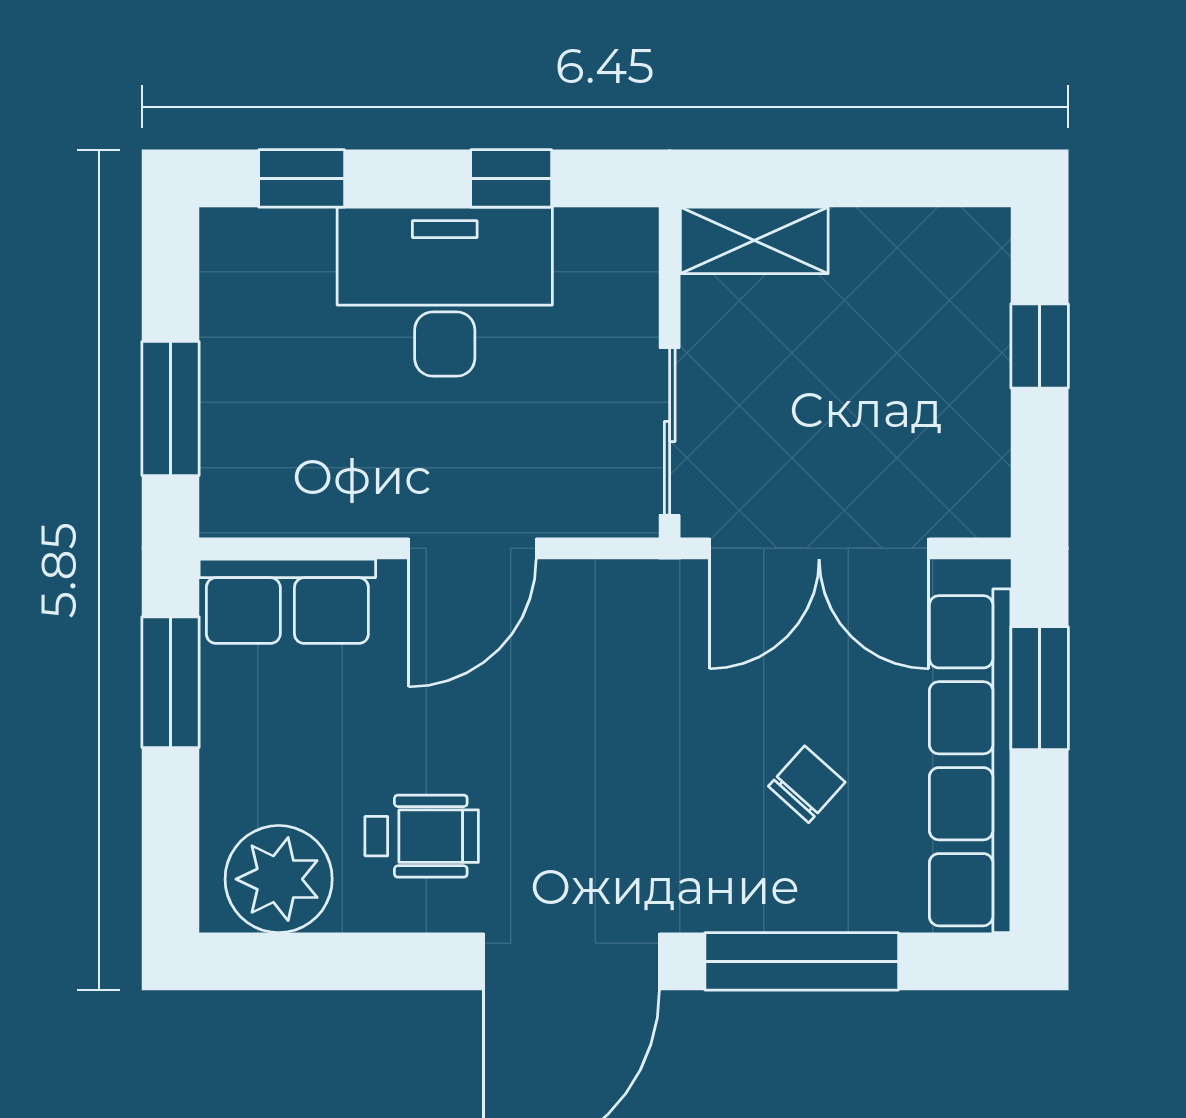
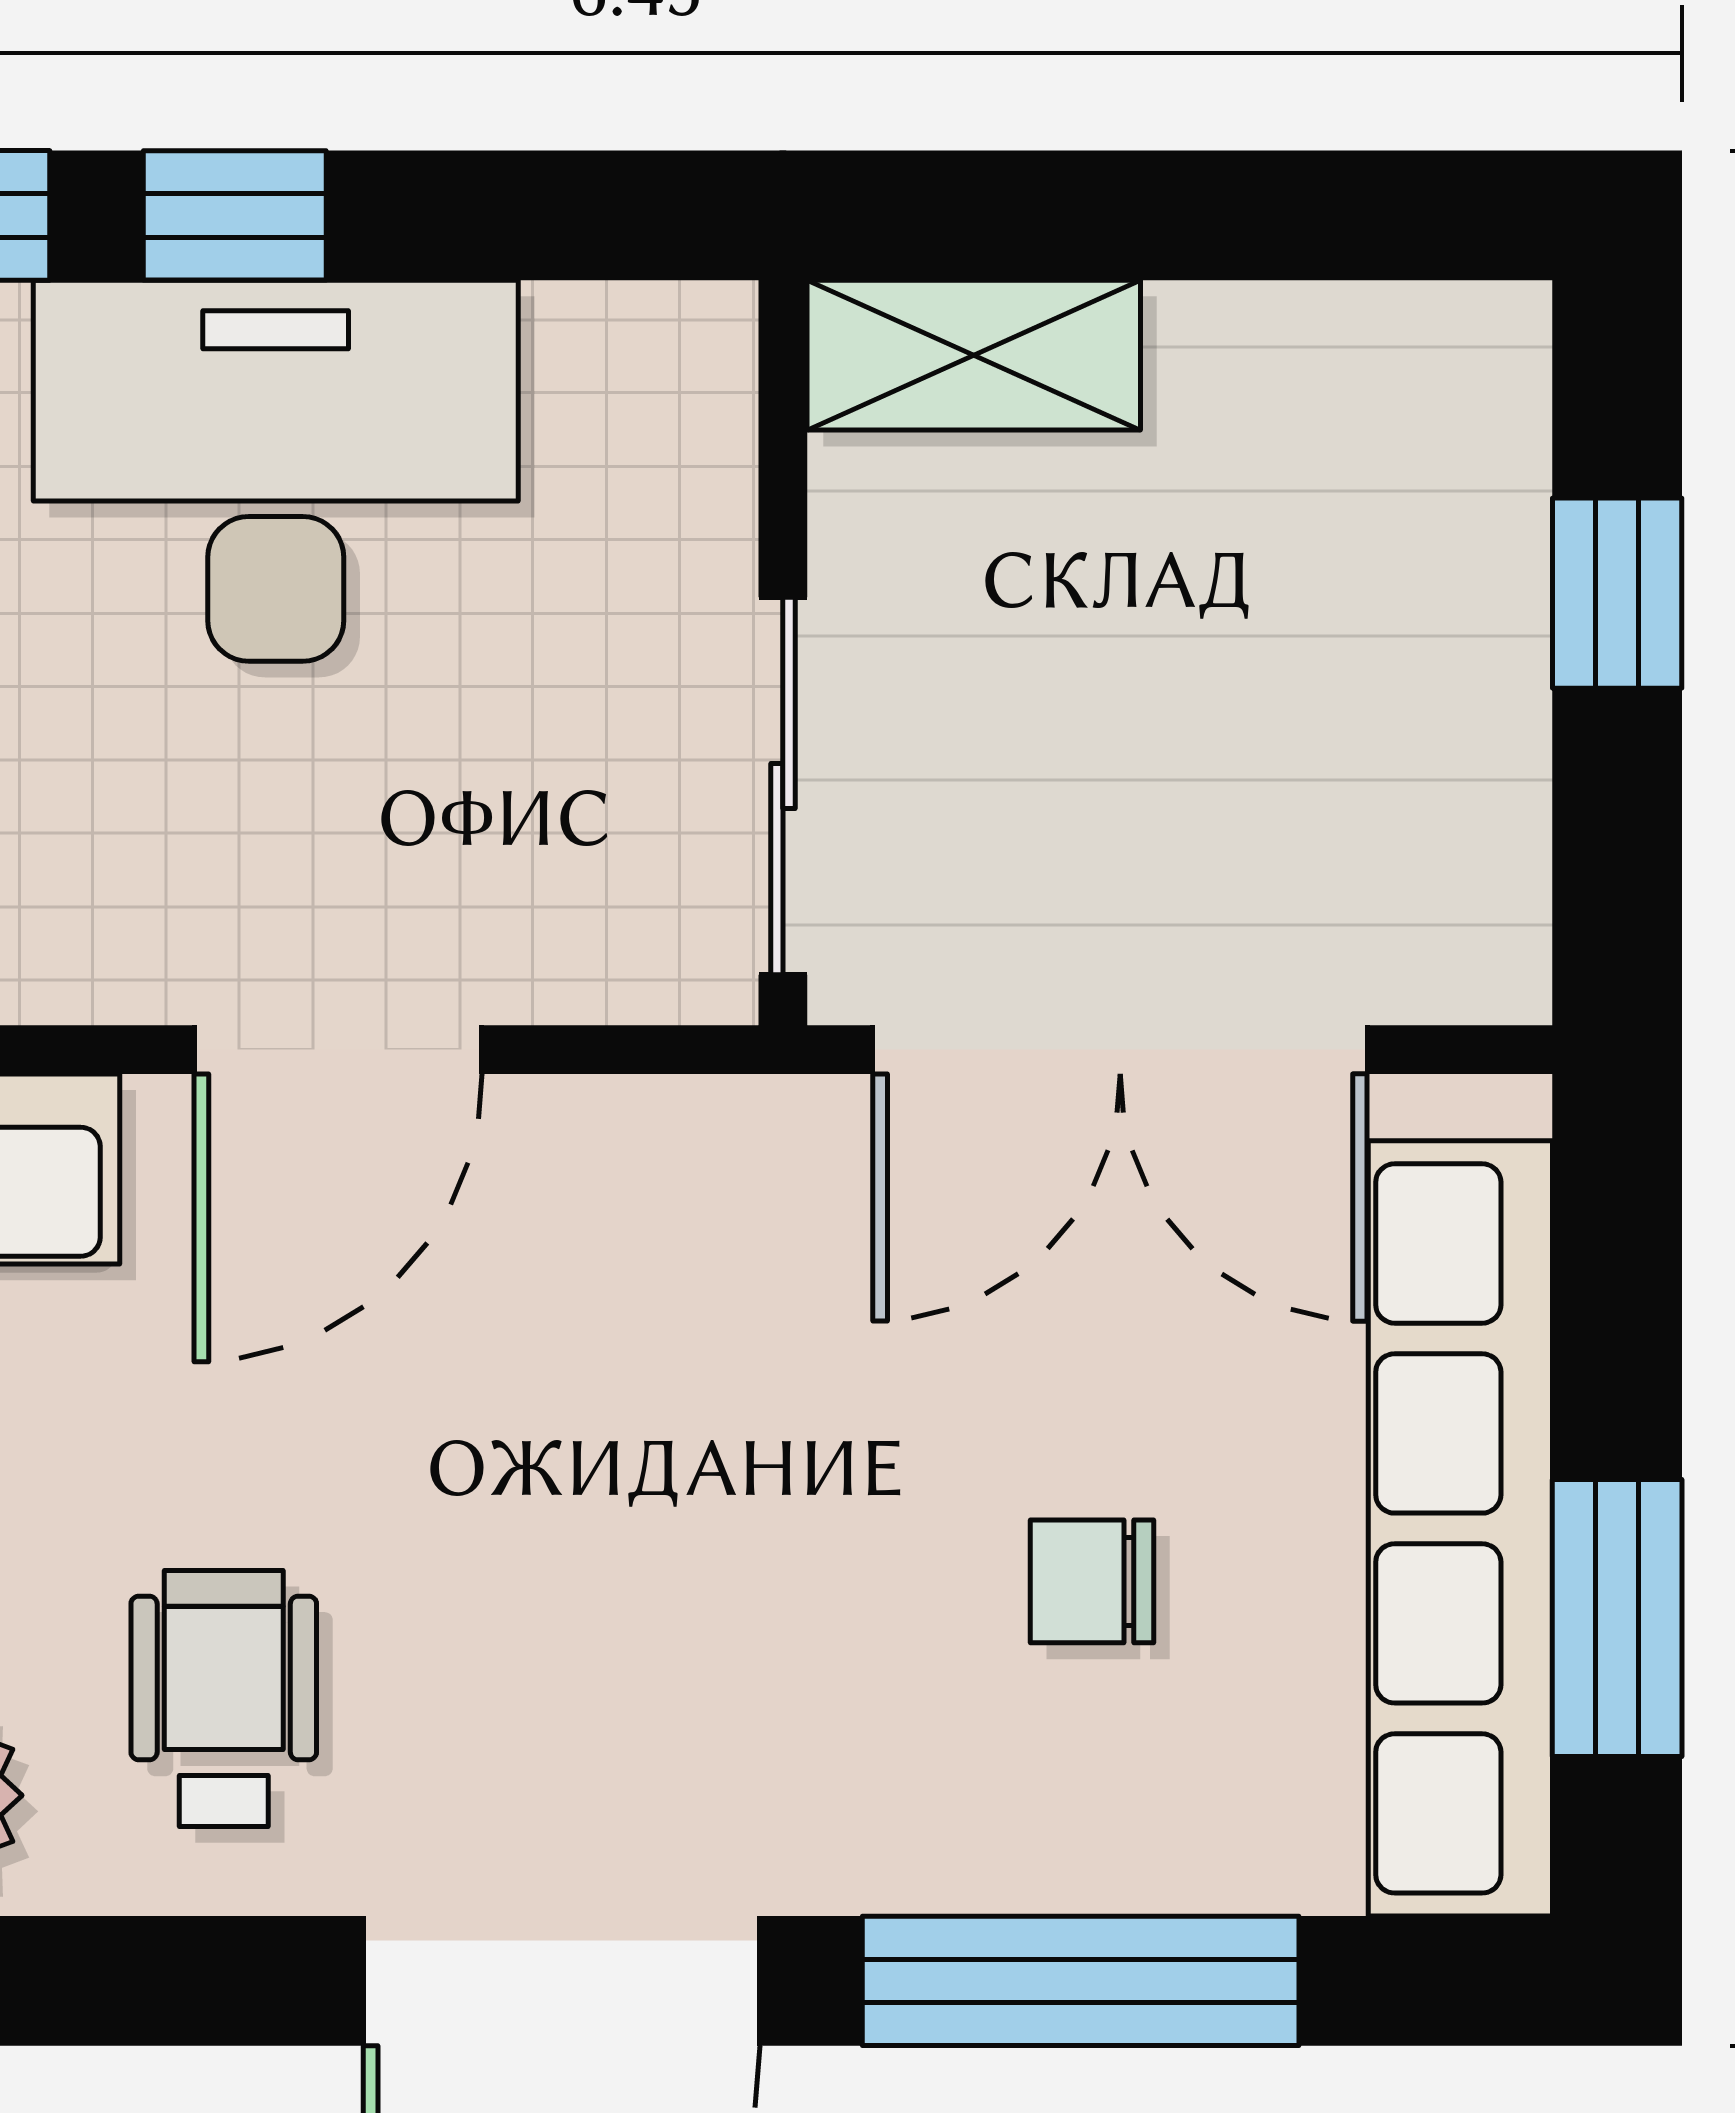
window: (511, 178) -> (235, 215), moved
window: (1040, 688) -> (1617, 1618), moved
chair: (807, 784) -> (1092, 1581), turned -132
wheelchair: (422, 836) -> (224, 1698), turned -90

